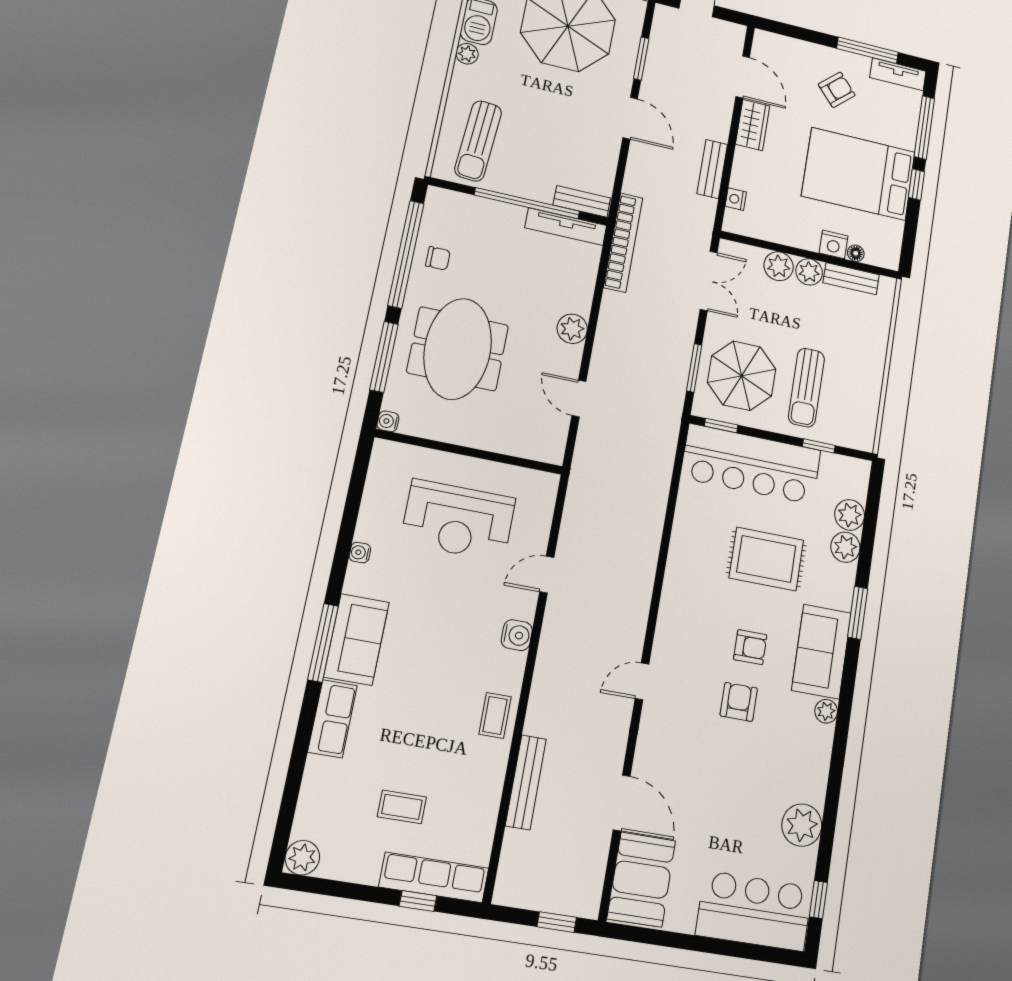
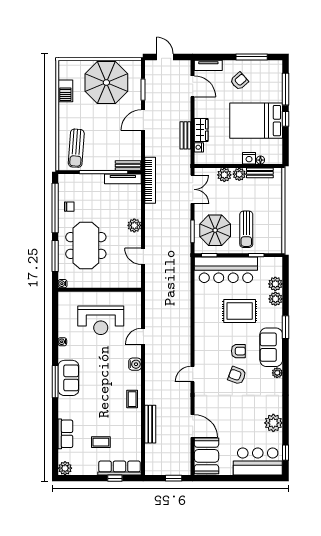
plant: (467, 54) -> (63, 108), removed
tv unit: (898, 74) -> (208, 65), moved
door: (630, 118) -> (143, 120), swing flipped
wardrobe: (753, 125) -> (201, 130), moved
armchair: (739, 702) -> (237, 375), turned -70
row of seats: (332, 719) -> (65, 434), moved

